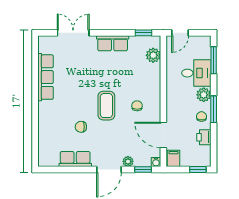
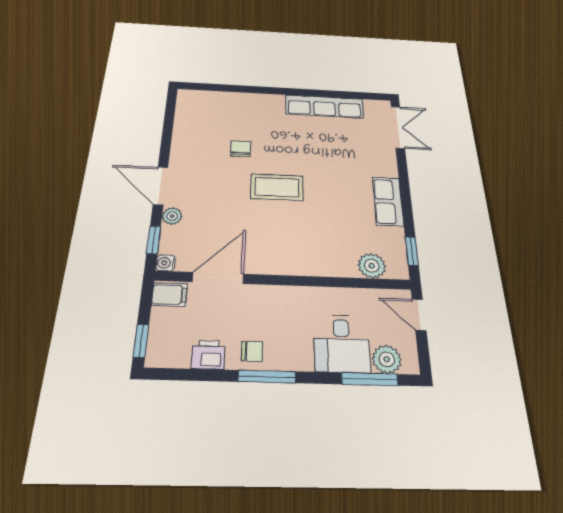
double door: (73, 33) -> (398, 127), moved
plant: (204, 95) -> (387, 359), moved
chair: (137, 106) -> (276, 235), removed
row of seats: (75, 159) -> (185, 138), removed

